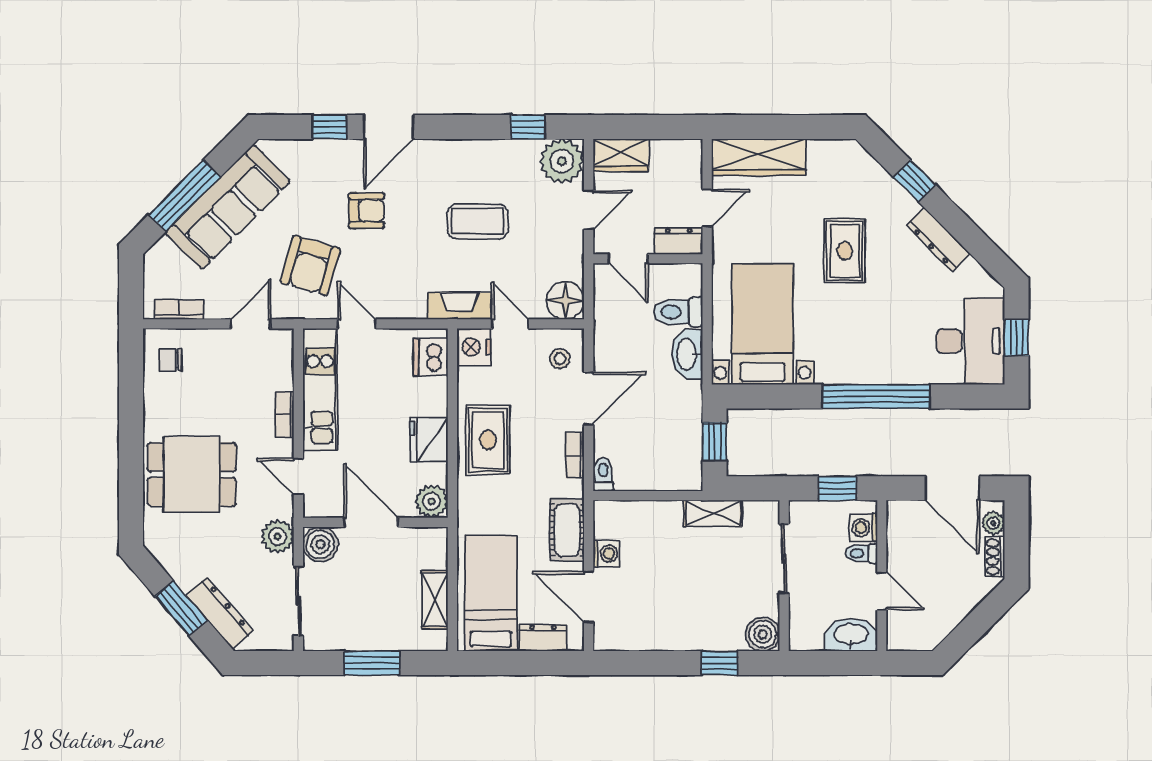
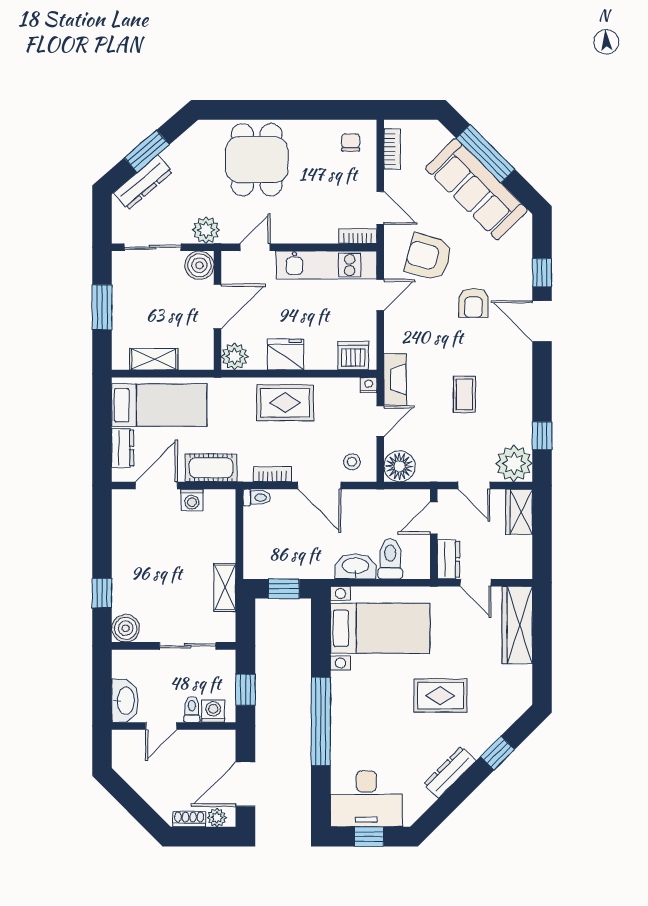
coffee table: (478, 221) -> (465, 394), width x0.73, depth x0.77
nightstand: (474, 347) -> (369, 385), width x0.53, depth x0.56
bookcase: (285, 415) -> (358, 236), moved

